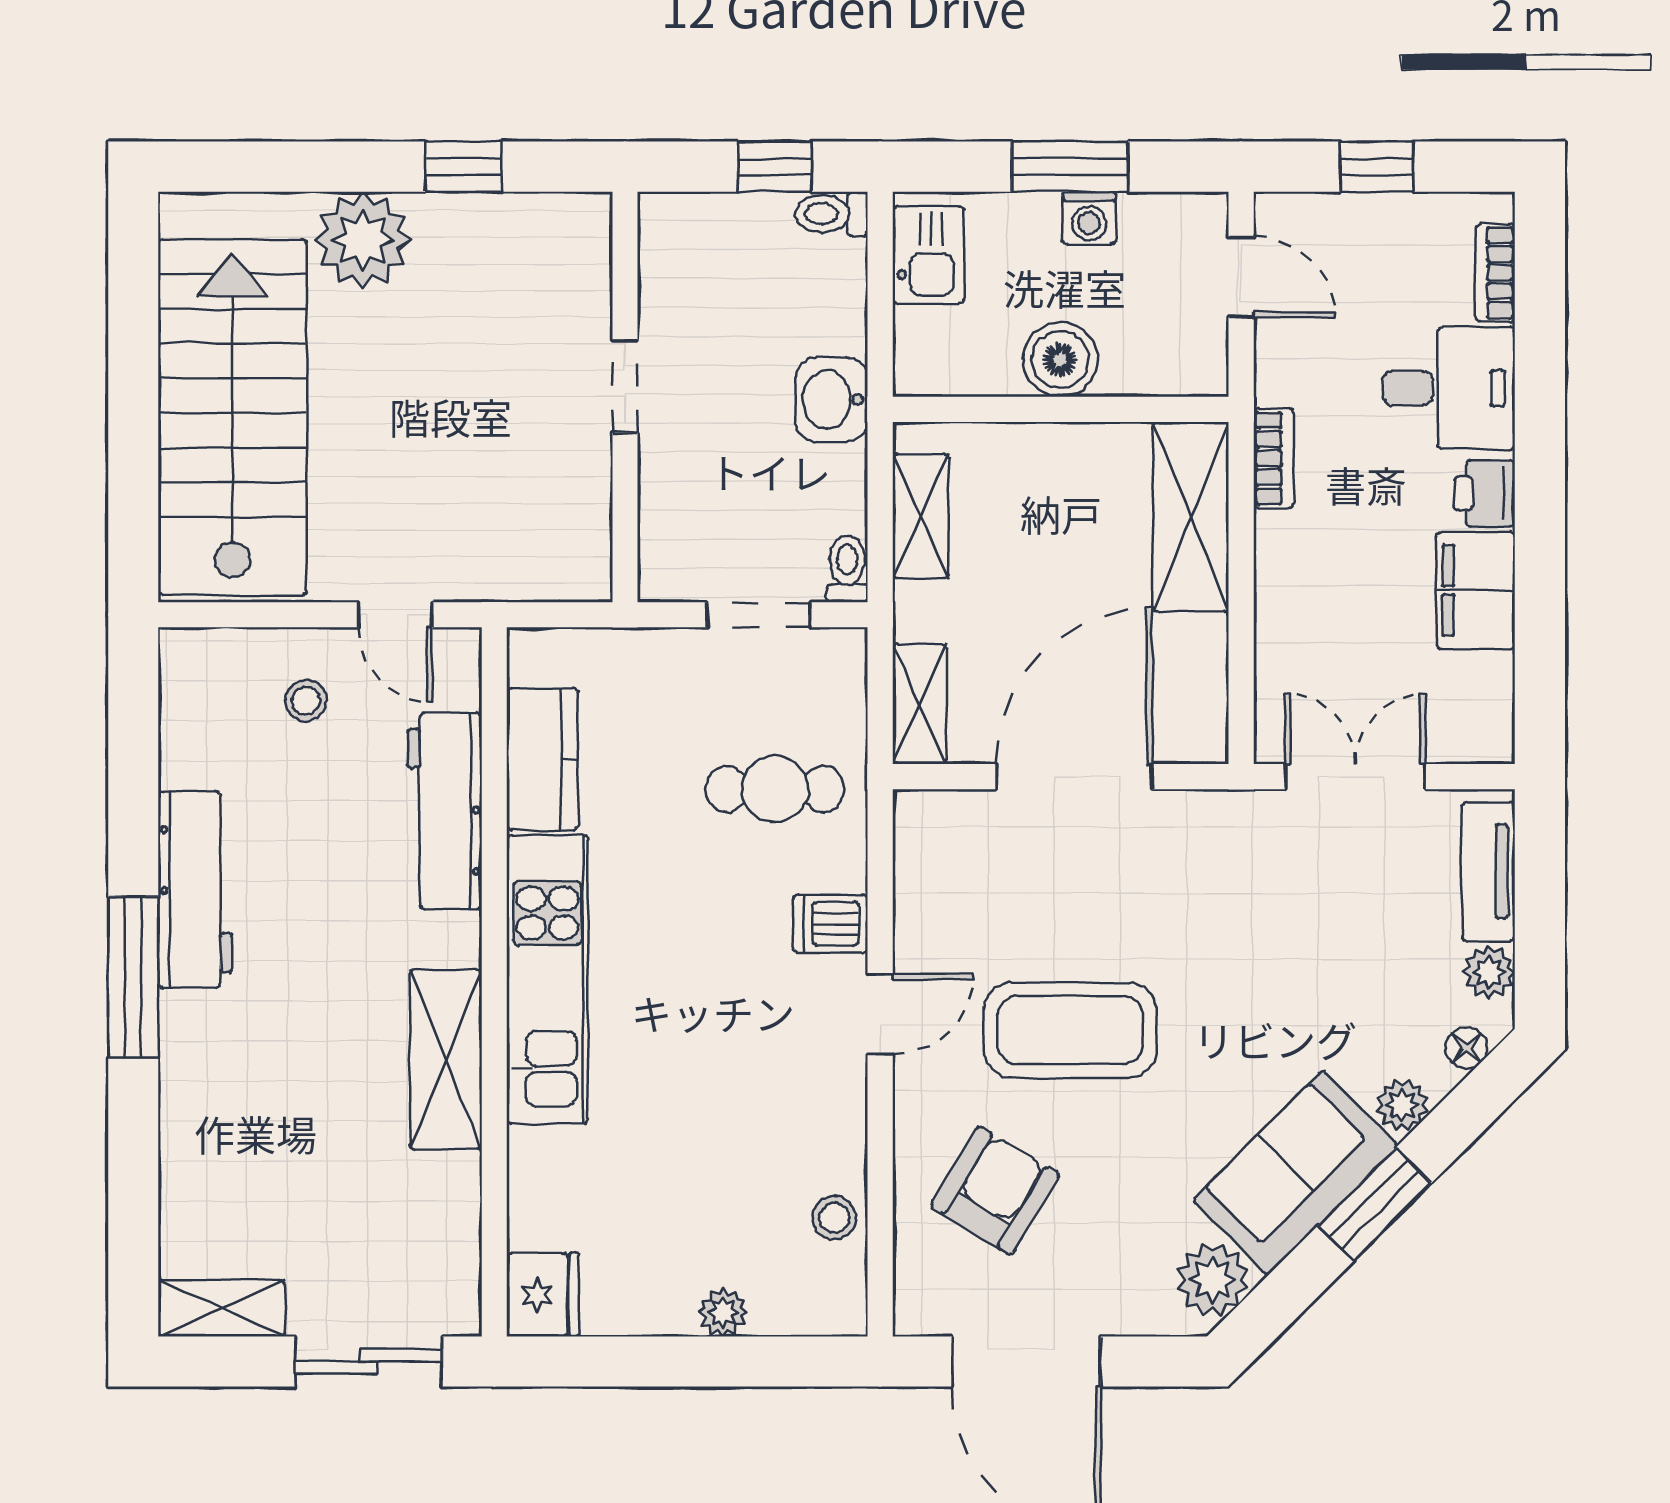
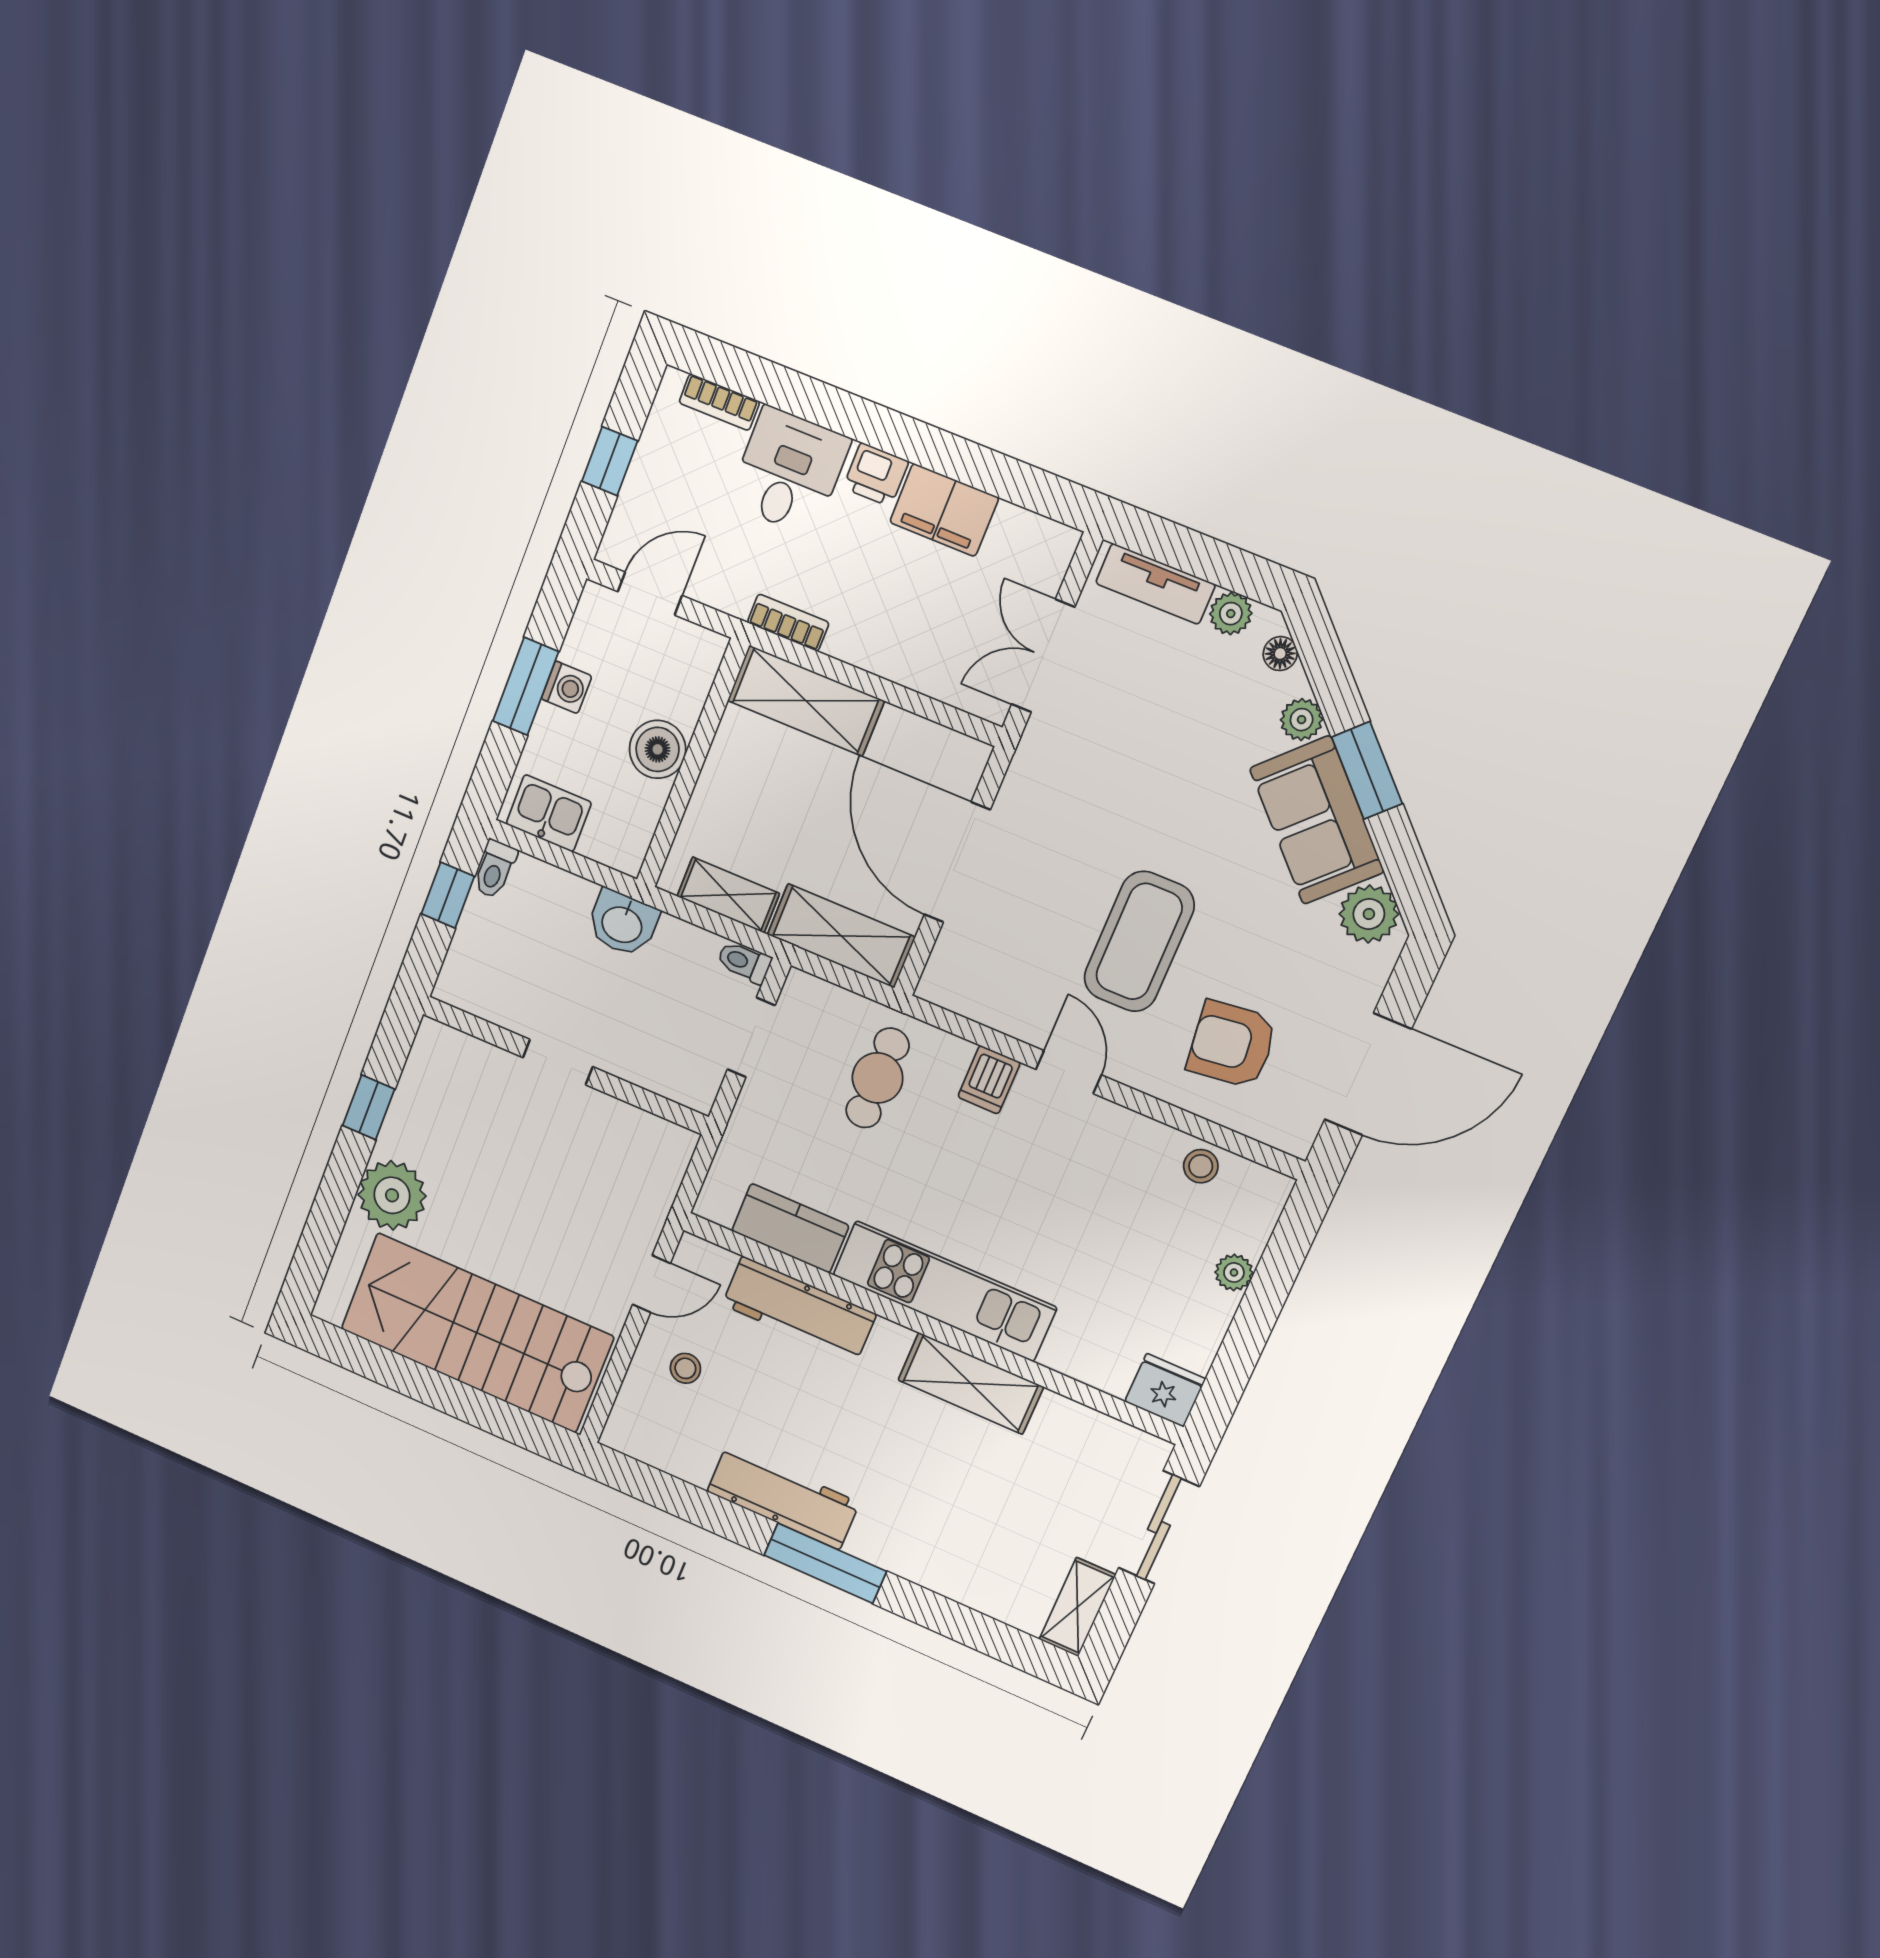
shelving: (920, 704) -> (841, 936), width x1.50, depth x1.33
armchair: (995, 1190) -> (1232, 1044), turned -38

